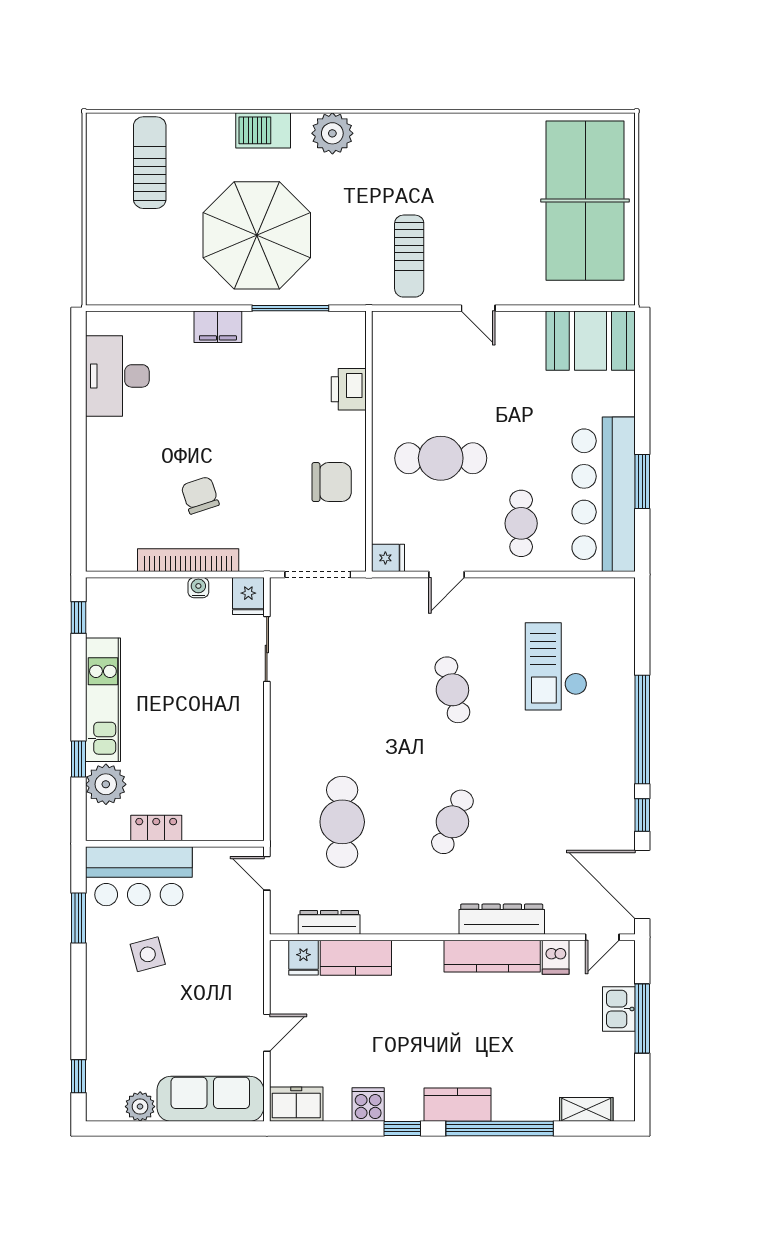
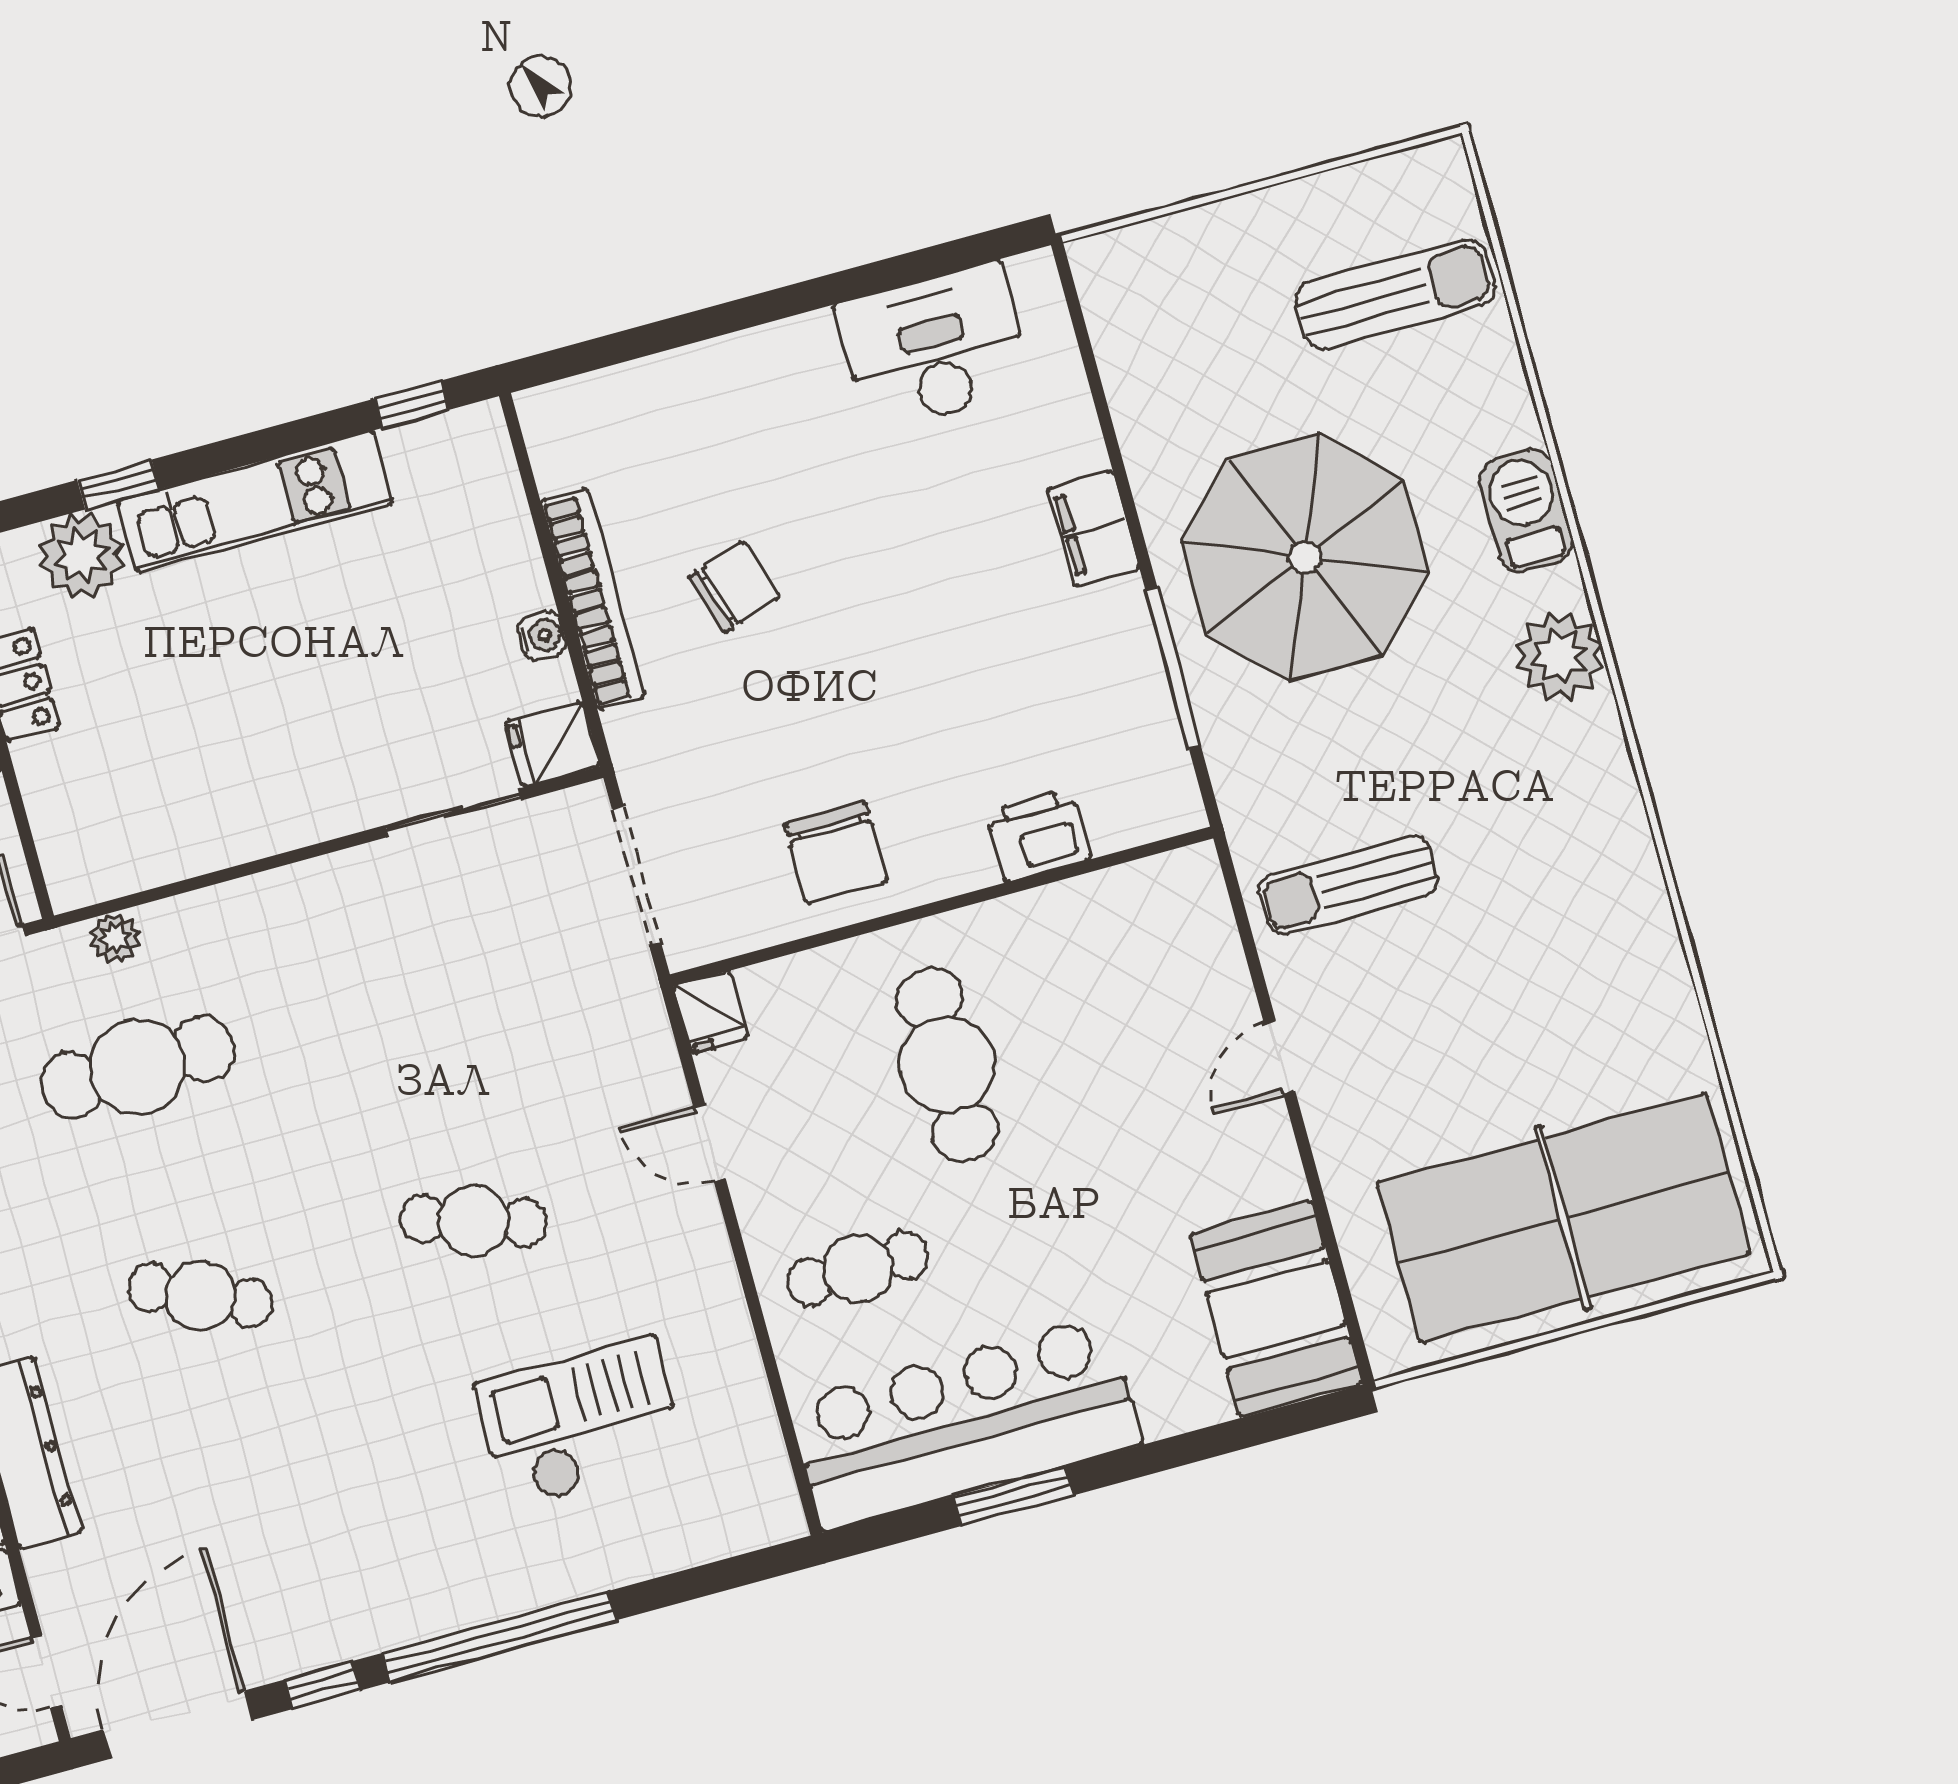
cafe table: (452, 690) -> (474, 1221), turned 33
plant: (281, 816) -> (115, 938), added

